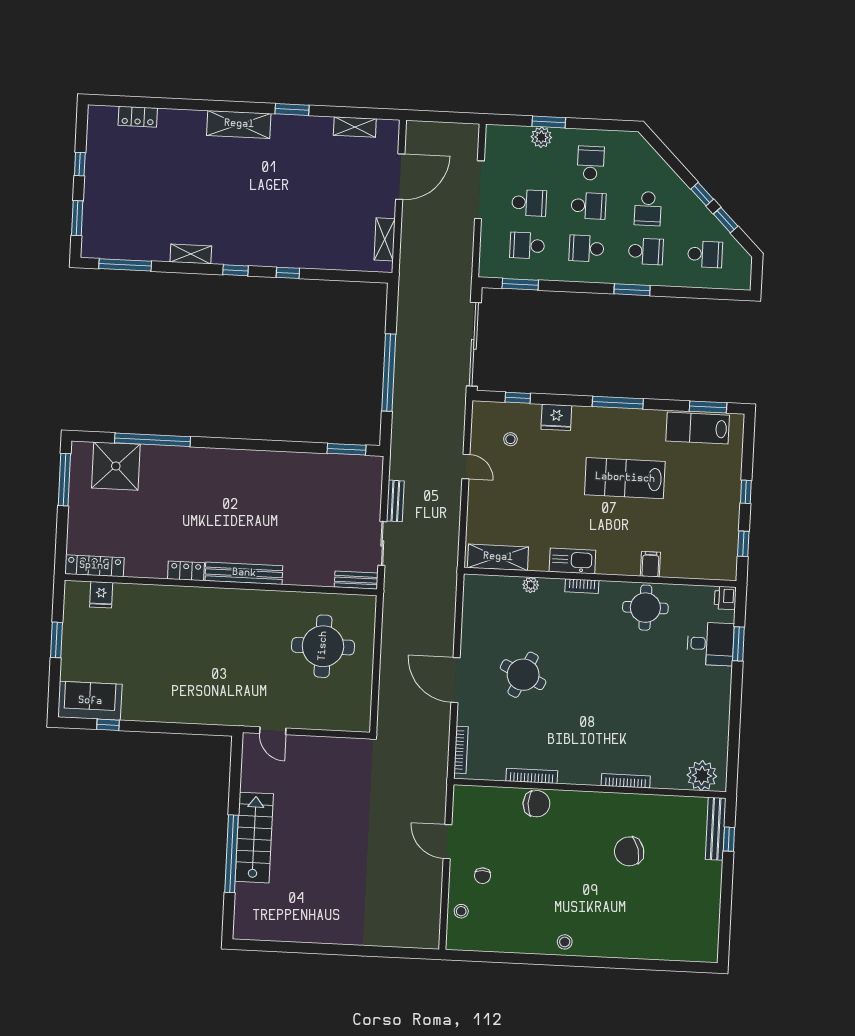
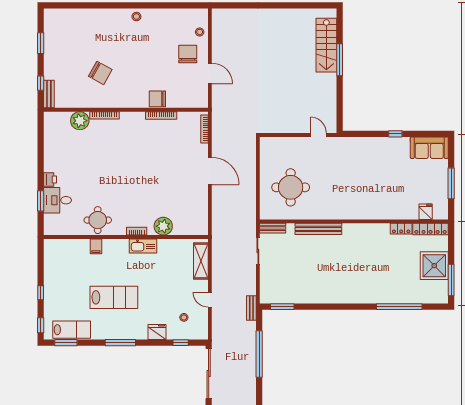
shower: (116, 466) -> (434, 266), moved
bench: (395, 501) -> (251, 308), moved
window: (743, 544) -> (41, 325), moved
shelving: (498, 557) -> (201, 261), moved, turned 90
locker: (186, 571) -> (401, 229), moved
bench: (244, 573) -> (318, 229), moved
plant: (531, 585) -> (163, 226), width x1.87, depth x1.87
printer: (725, 598) -> (50, 179), moved
window: (57, 640) -> (451, 183), width x1.44
round table: (523, 675) -> (169, 176), removed
window: (108, 725) -> (395, 134), moved
plant: (702, 776) -> (80, 121), moved
bench: (716, 829) -> (49, 94), width x0.73
stairs: (254, 838) -> (326, 45), moved
chair: (629, 851) -> (100, 73), turned 44
window: (232, 854) -> (340, 60), width x0.68
chair: (482, 876) -> (188, 54), width x1.87, depth x1.87
window: (726, 906) -> (41, 43), added

